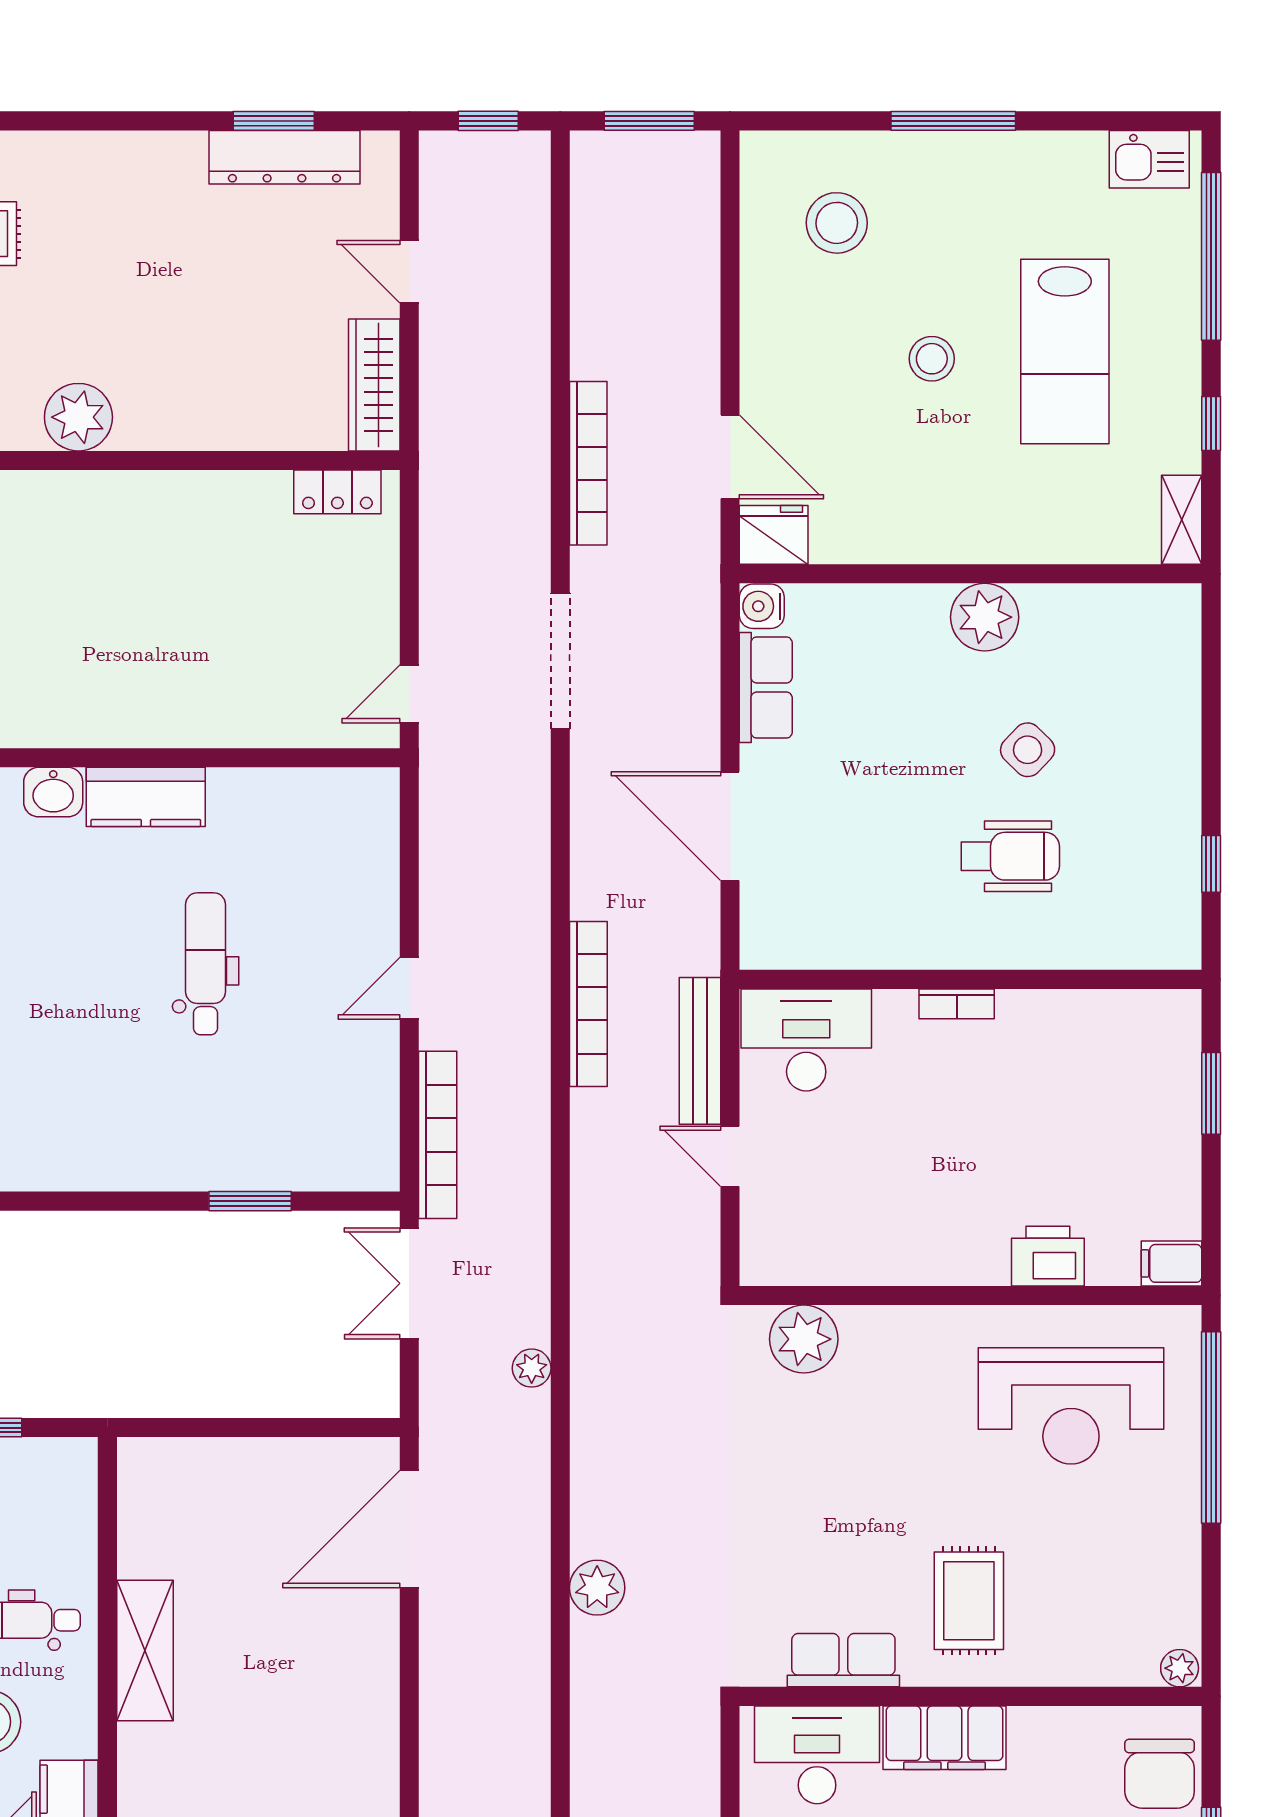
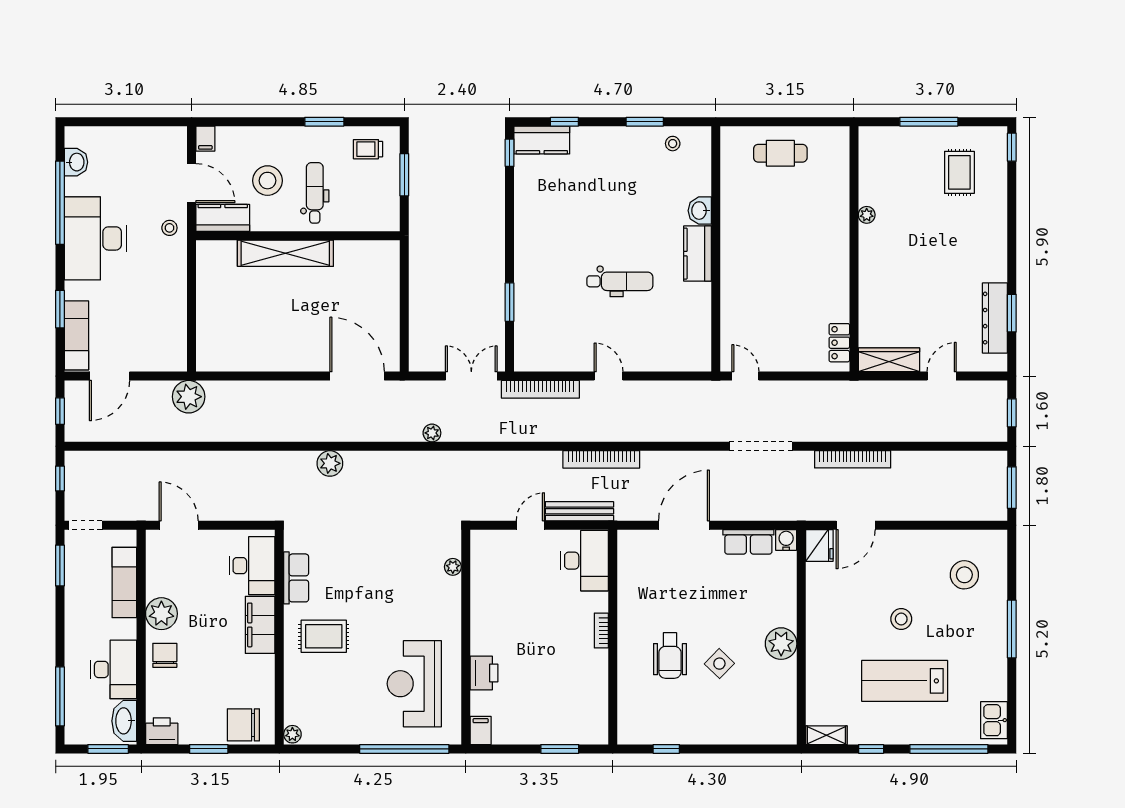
plant: (78, 417) -> (867, 215), width x0.53, depth x0.53
plant: (804, 1339) -> (453, 567), width x0.53, depth x0.53
shelving: (145, 1651) -> (285, 253), width x1.47

